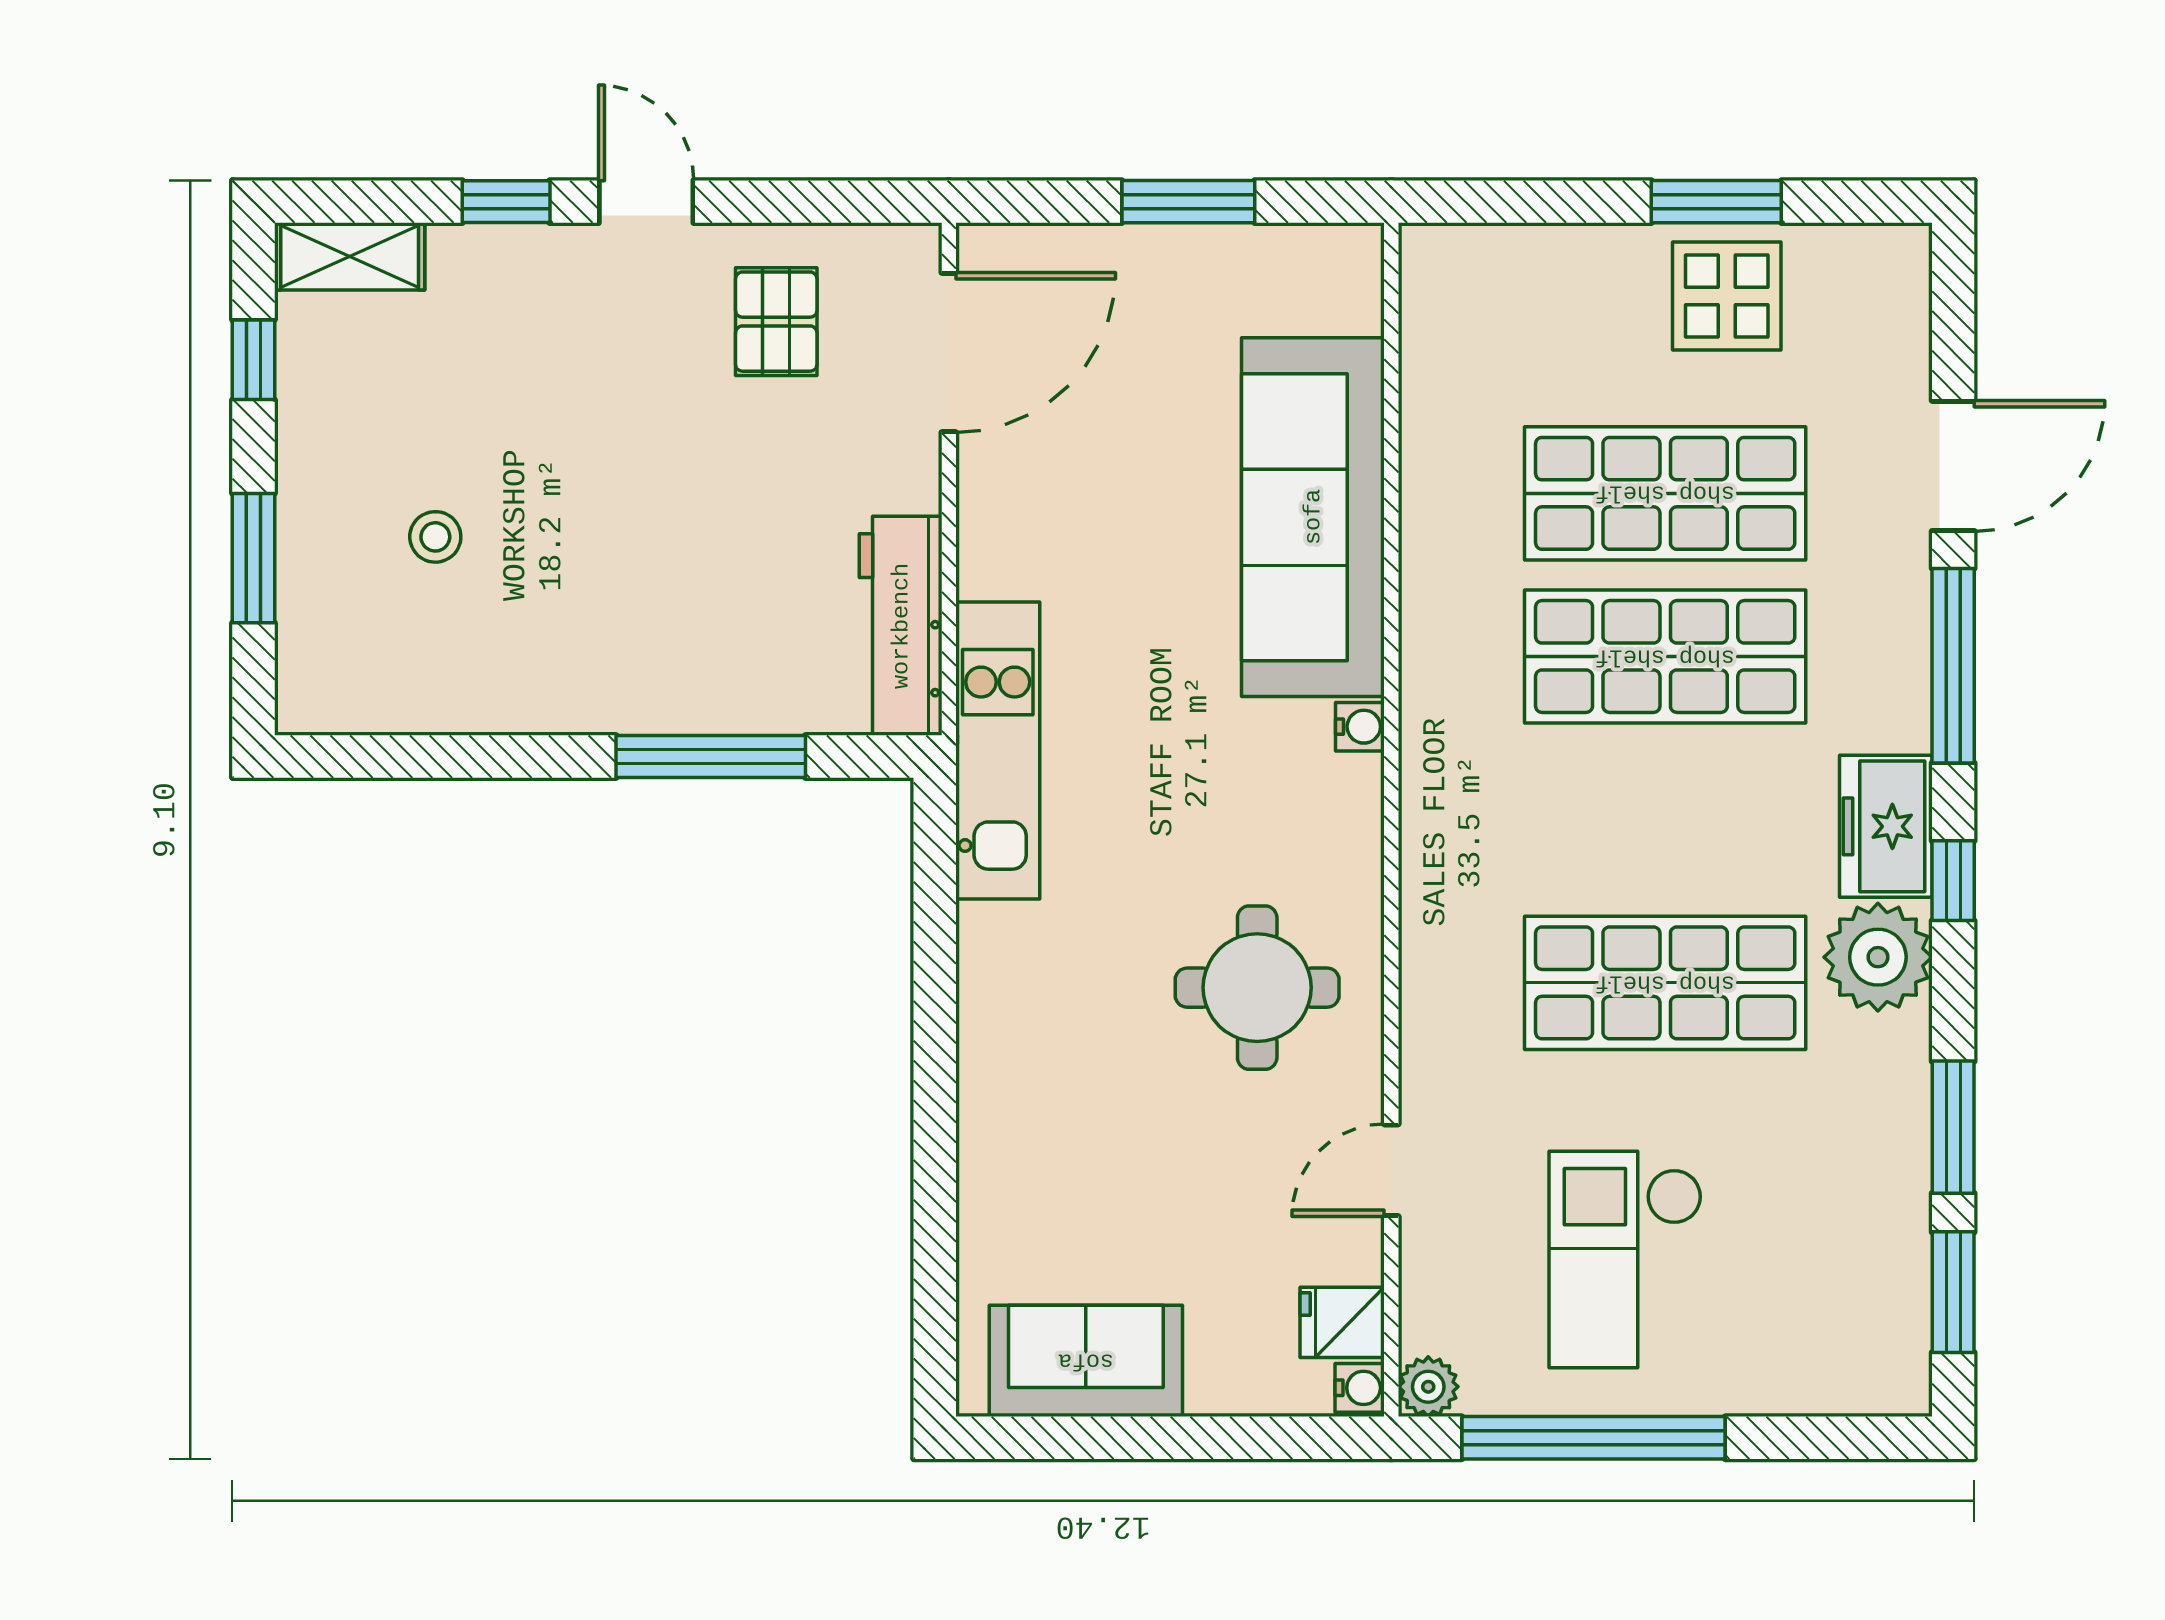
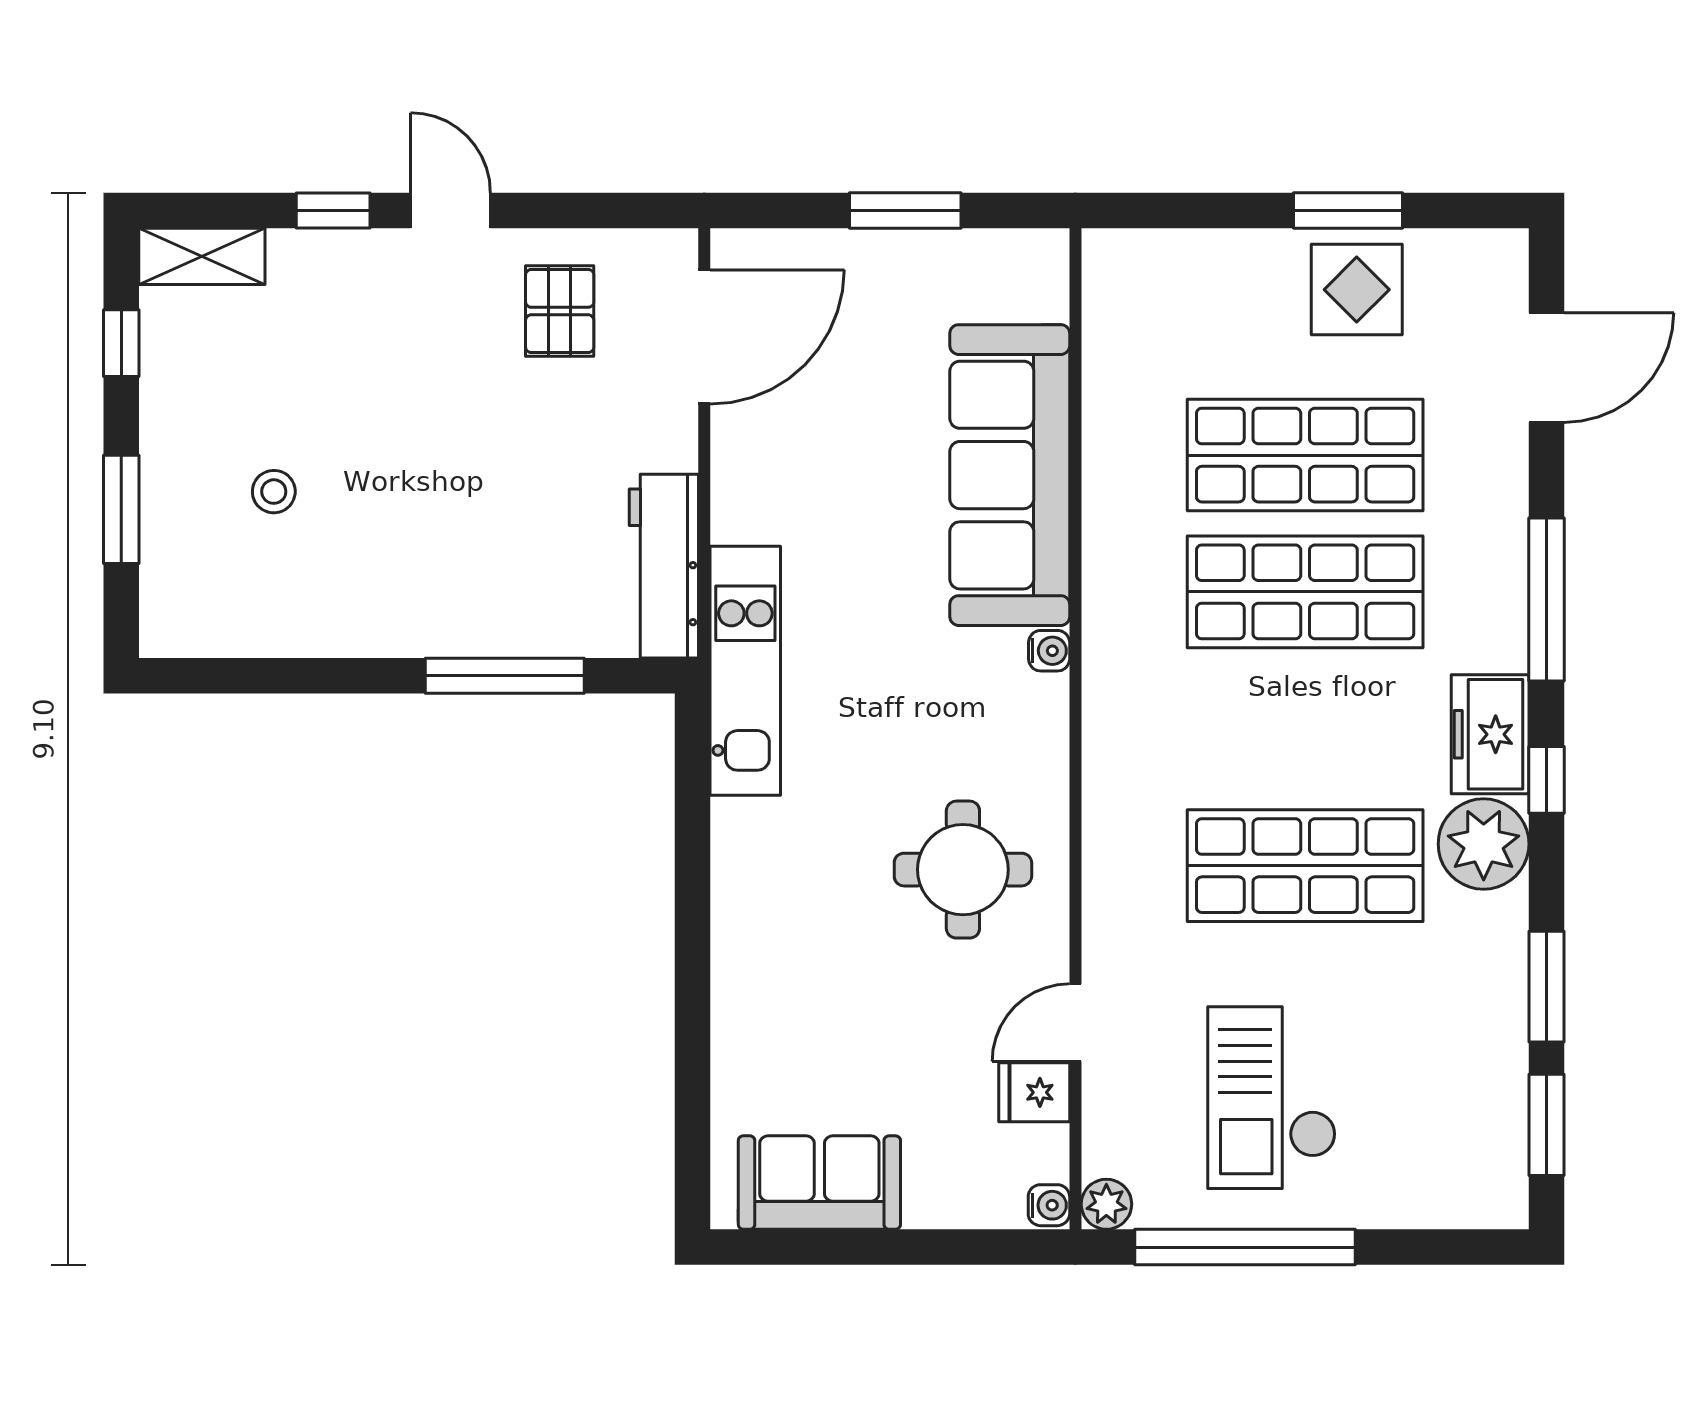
door: (1953, 466) -> (1547, 367), moved
fridge: (1342, 1322) -> (1034, 1092), moved

